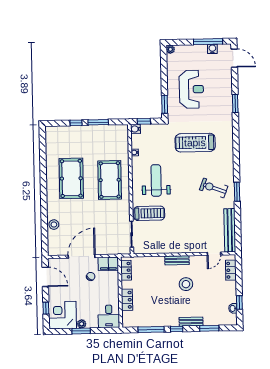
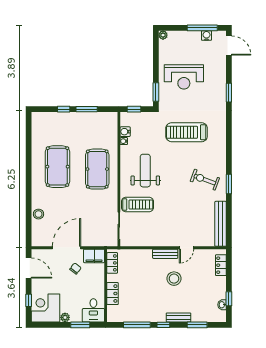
reception desk: (191, 89) -> (184, 77), turned 90
water cooler: (135, 129) -> (125, 132), moved
door: (214, 254) -> (187, 248), moved
window: (81, 331) -> (80, 325), moved

